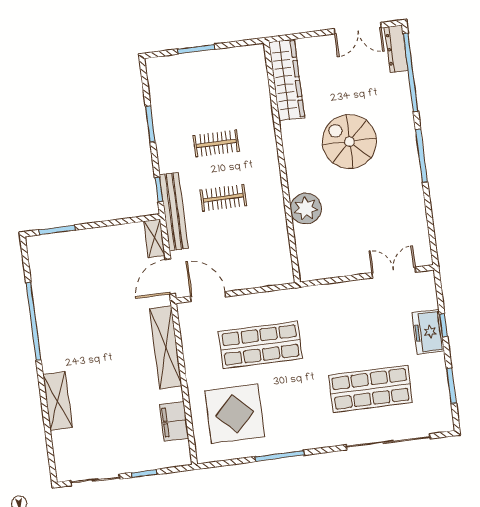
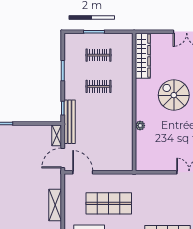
clothes rail: (223, 198) -> (98, 55), moved
plant: (306, 209) -> (140, 126), width x0.53, depth x0.53
shelving: (166, 347) -> (55, 205), width x0.68

